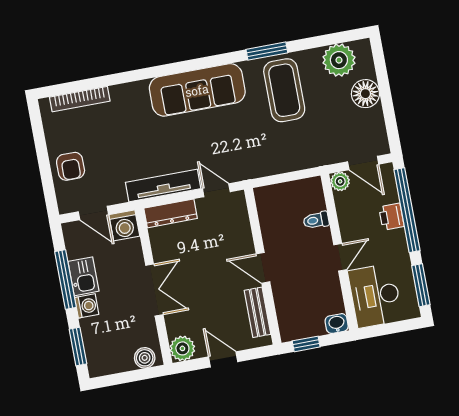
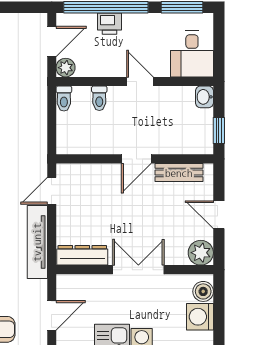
toilet: (309, 185) -> (64, 98), added
dresser: (171, 213) -> (82, 255), moved, turned -90
washing machine: (124, 225) -> (200, 317), moved, turned 180
desk: (375, 296) -> (192, 54), width x0.73
door: (223, 359) -> (219, 215), hinge flipped

